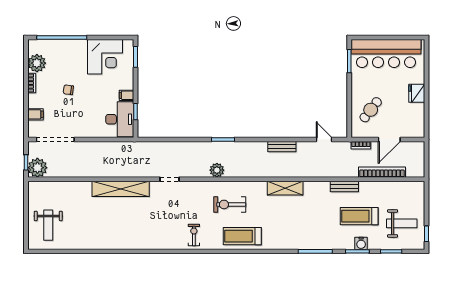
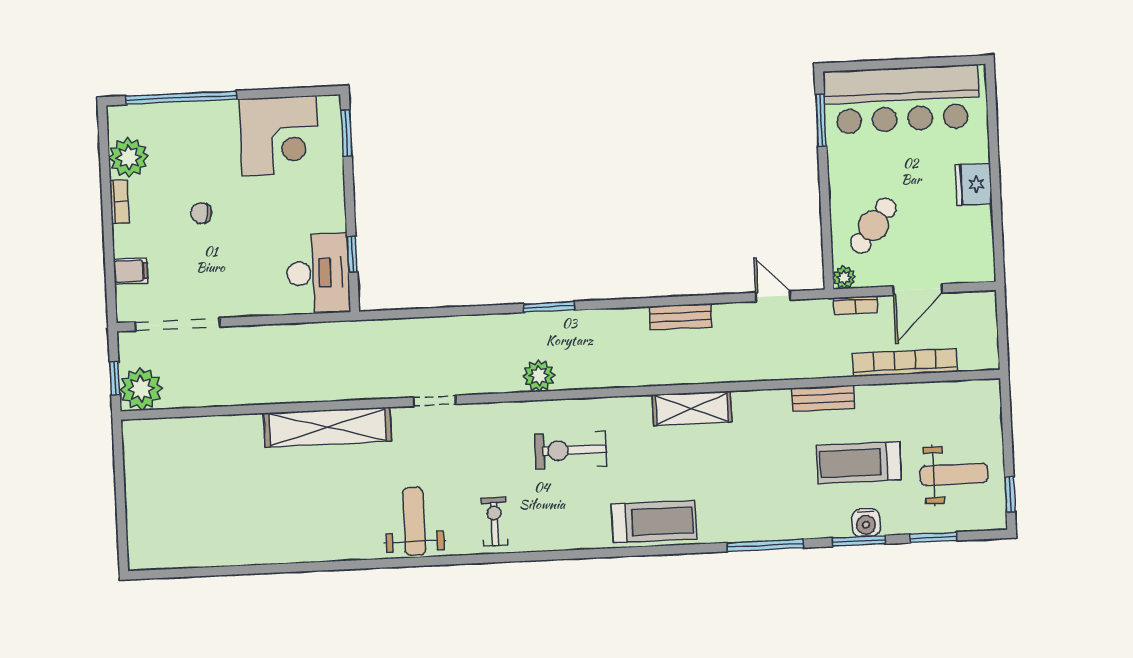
filing cabinet: (126, 95) -> (331, 219), removed
plant: (356, 132) -> (844, 277), added
weight bench: (48, 225) -> (414, 521), moved, turned 180
treadmill: (242, 236) -> (654, 522), moved, turned 180

